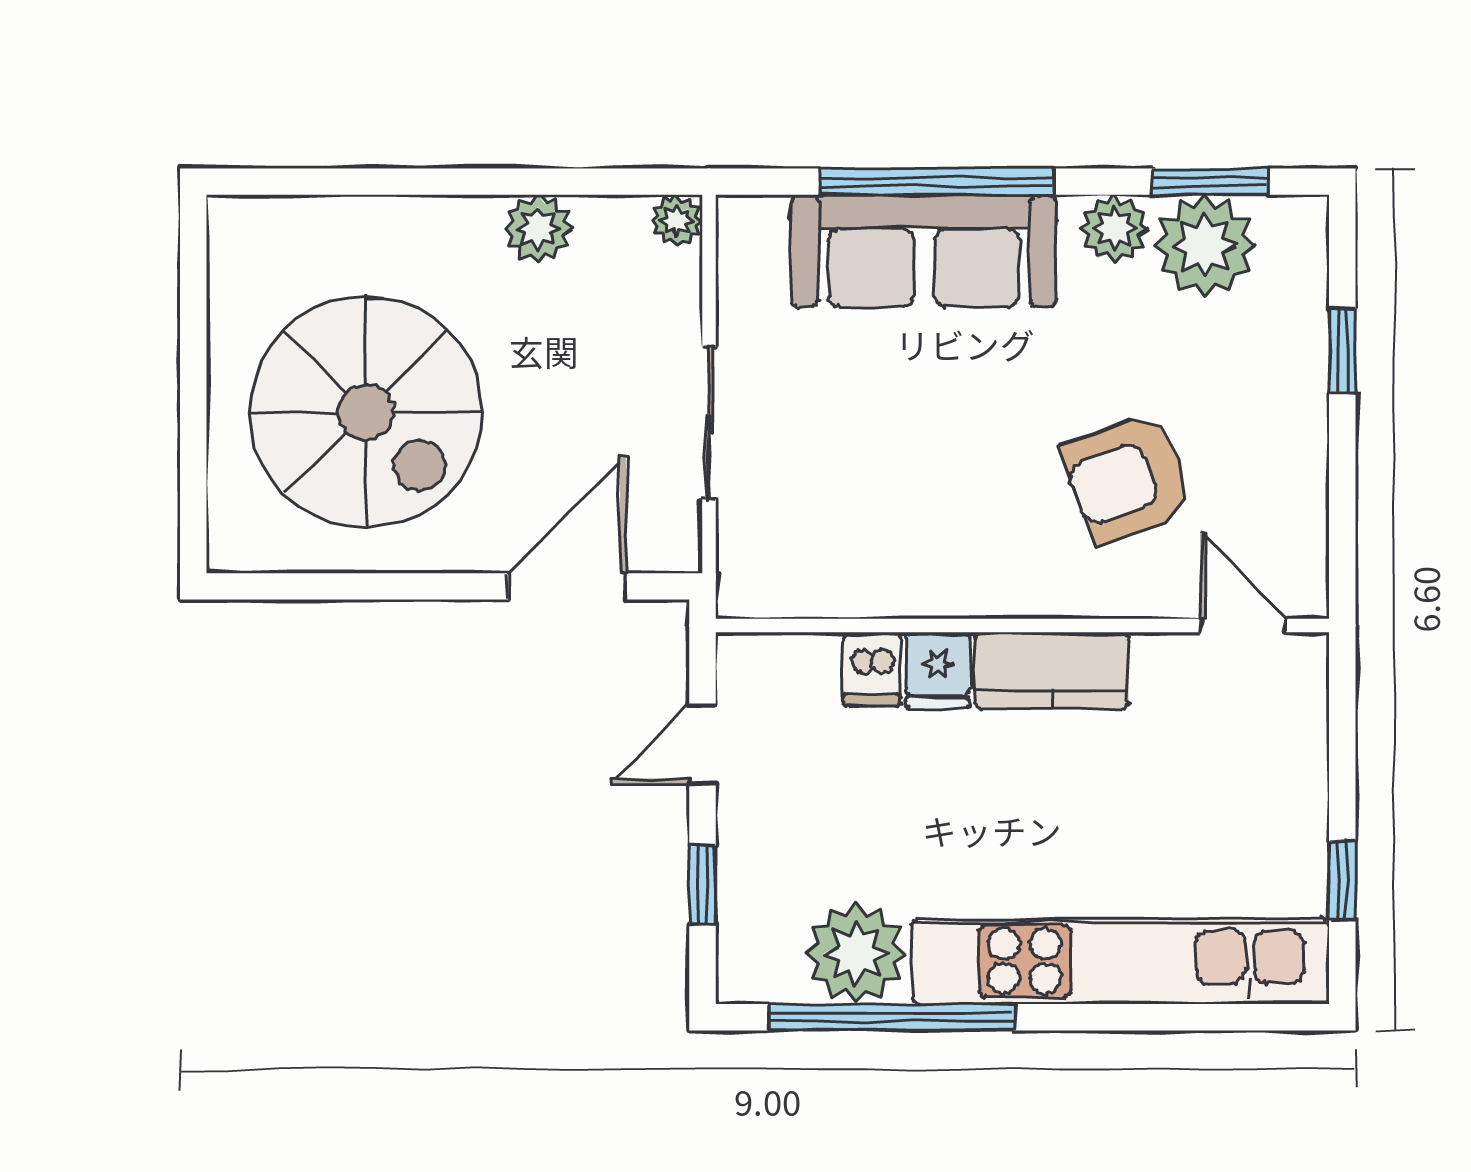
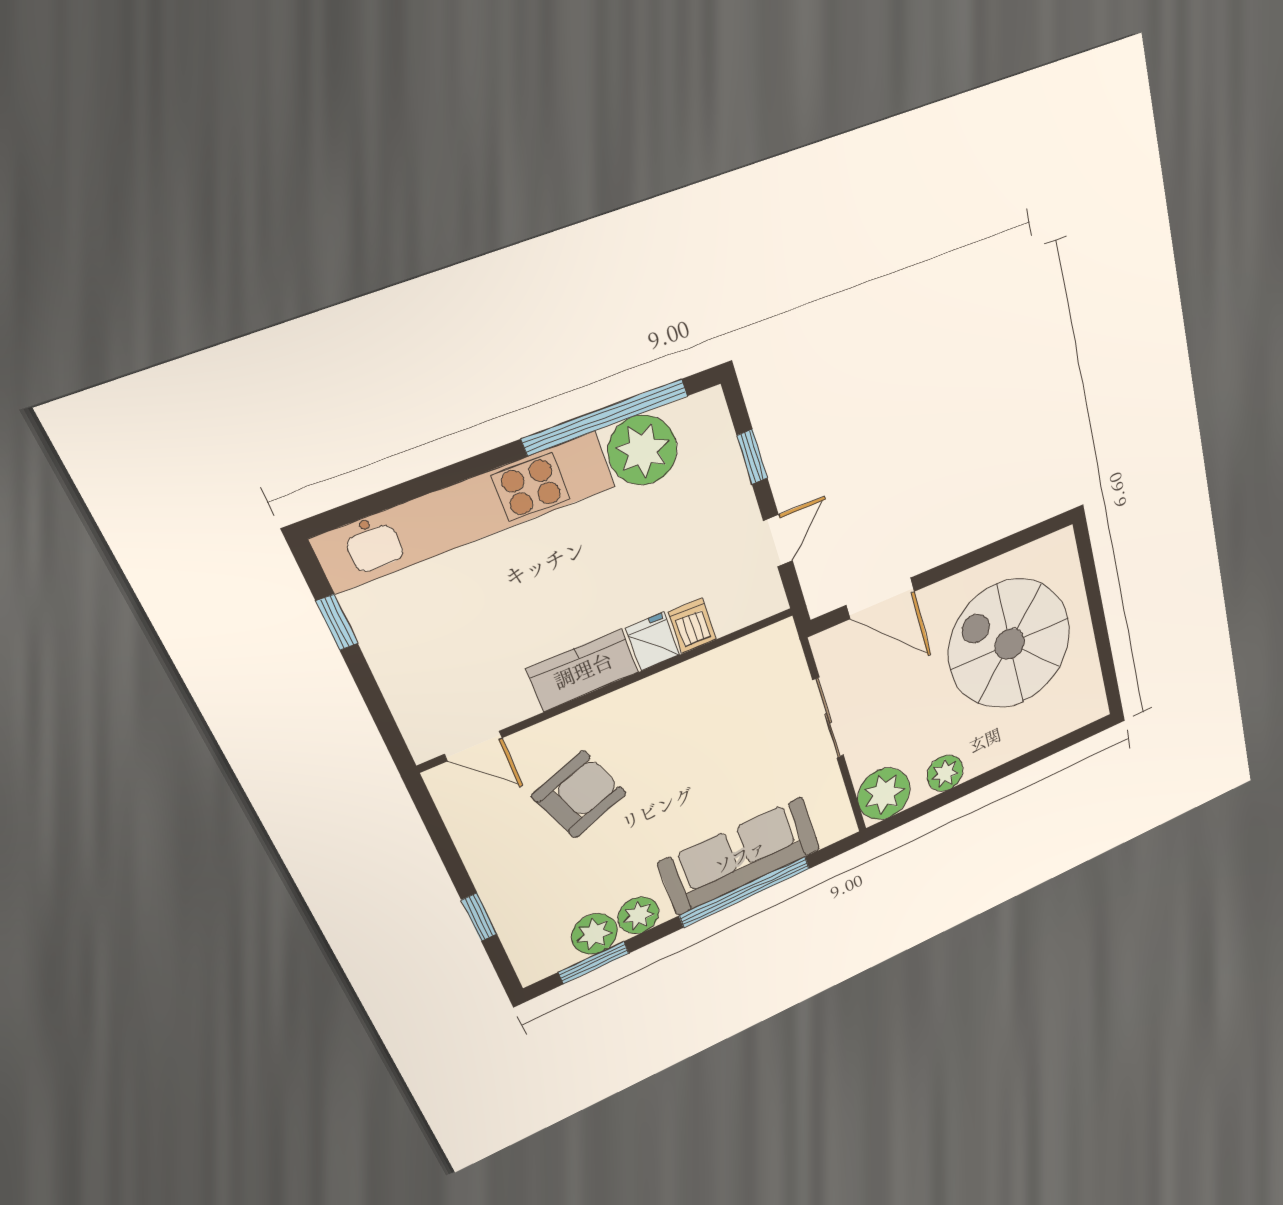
plant: (677, 220) -> (884, 794), width x1.87, depth x1.87
plant: (1205, 246) -> (594, 934), width x0.73, depth x0.73
door: (567, 586) -> (881, 598), hinge flipped

